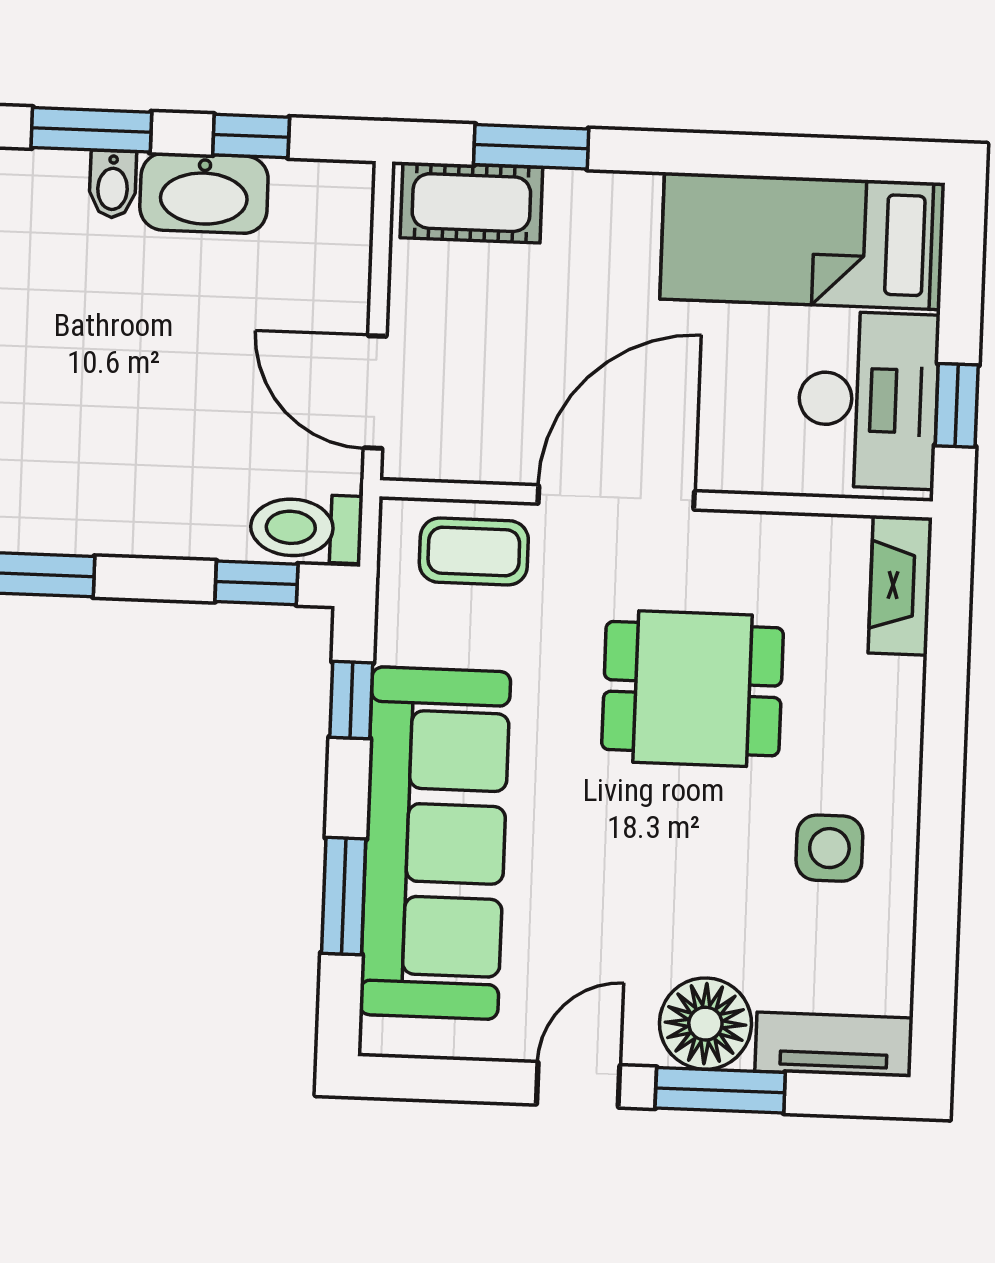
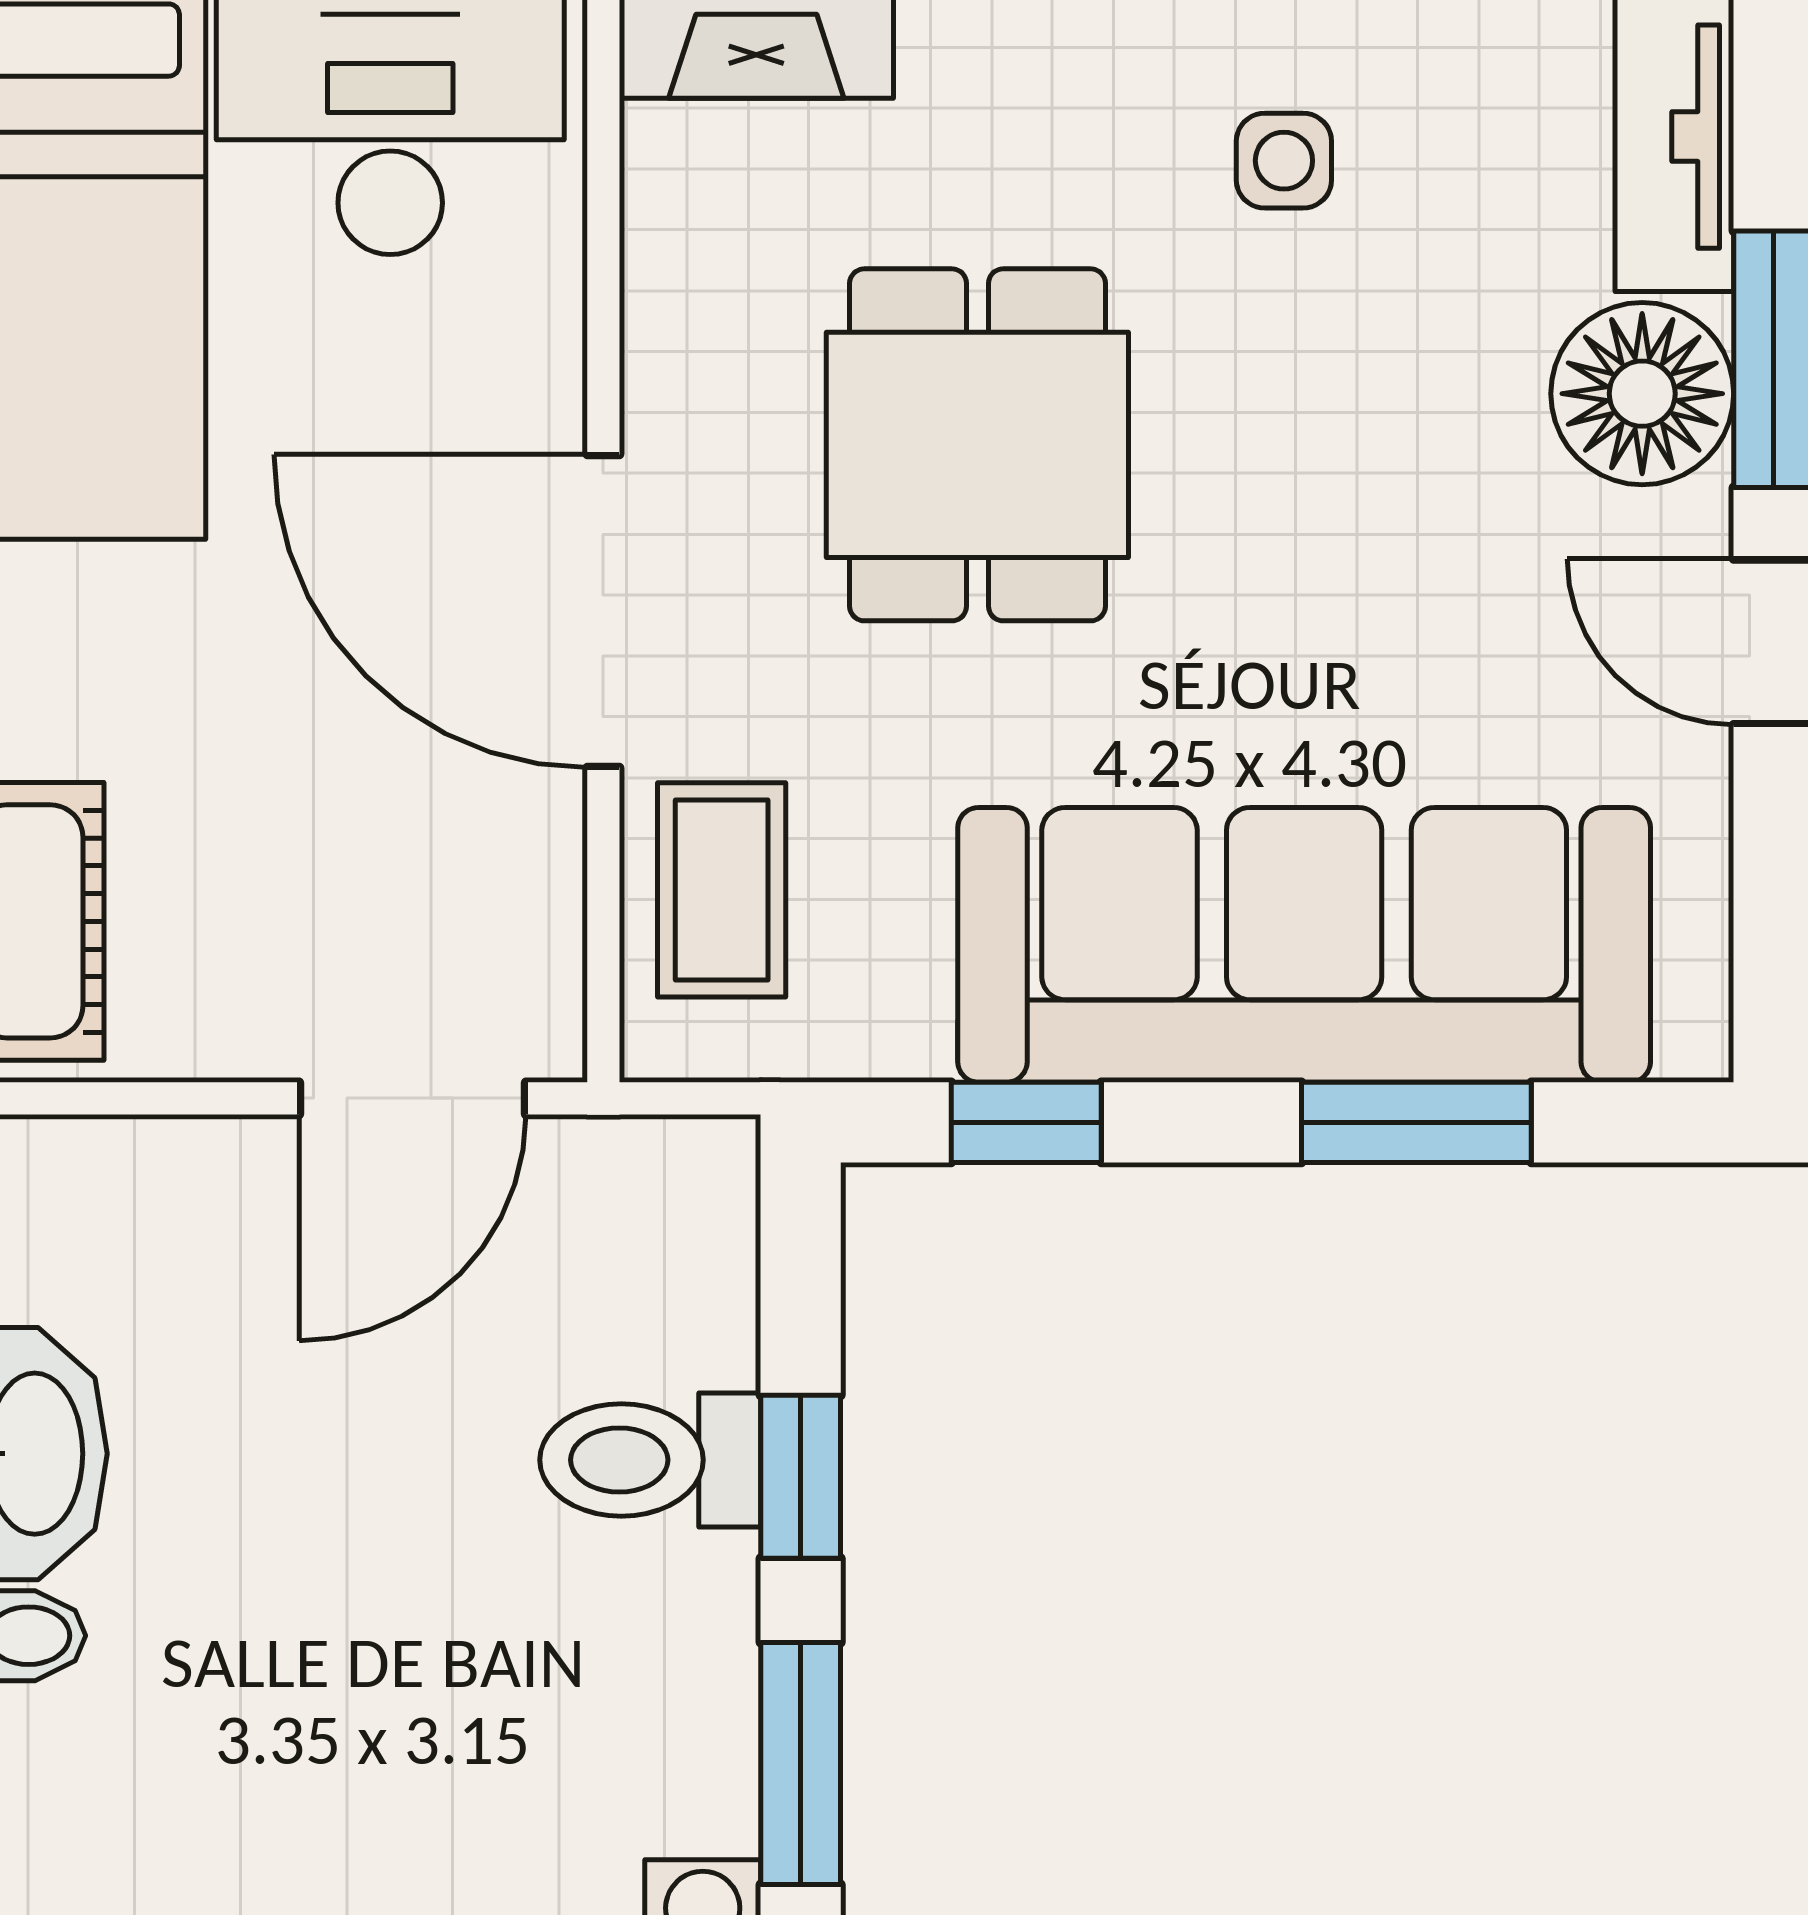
toilet: (306, 528) -> (650, 1460), moved, turned 90
window: (256, 583) -> (801, 1477), moved
side table: (829, 848) -> (1284, 161), width x0.73, depth x0.73

